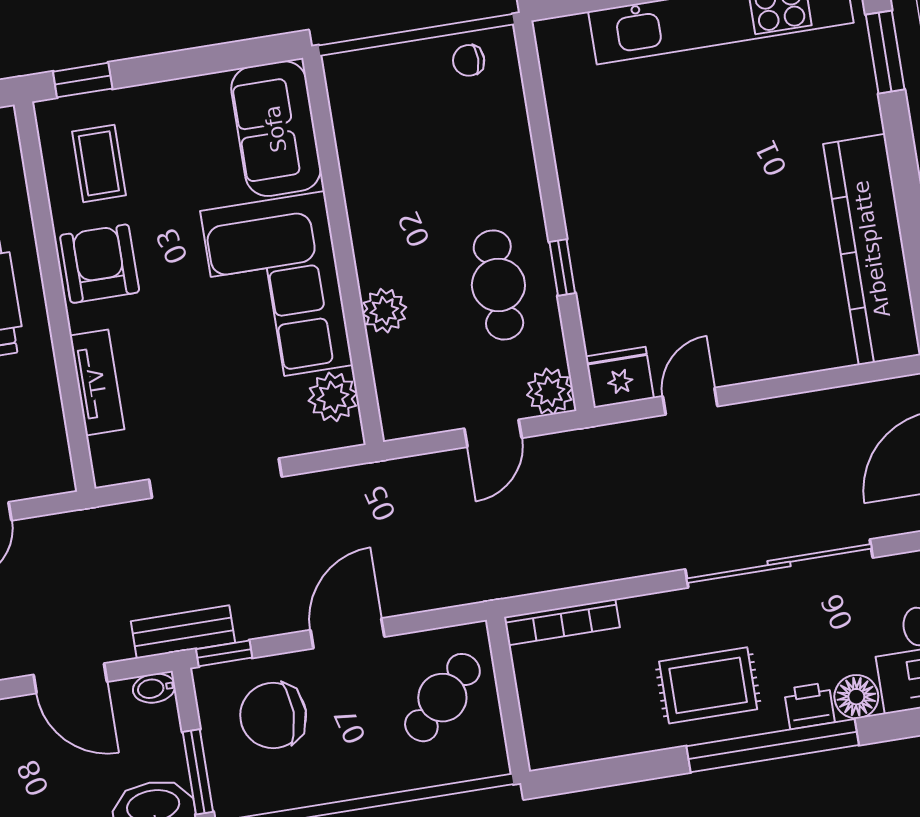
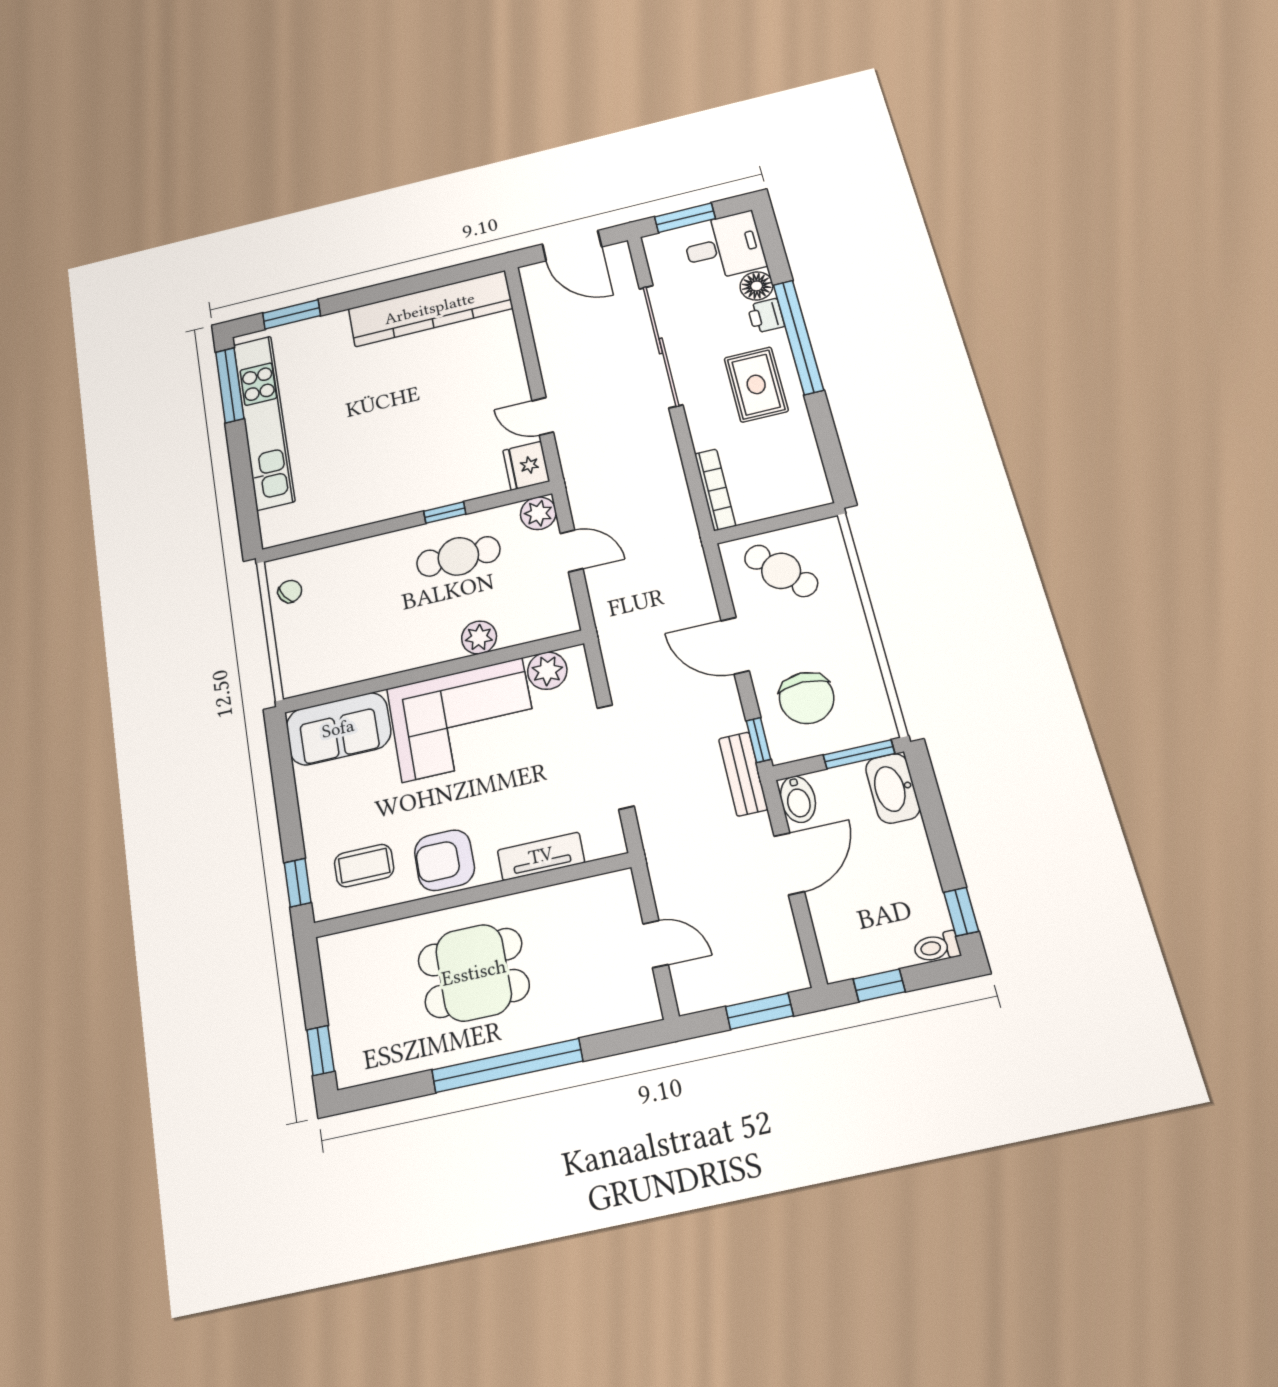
chair: (469, 60) -> (290, 591), turned -123
bidet: (154, 688) -> (798, 799), width x1.38, depth x1.36

